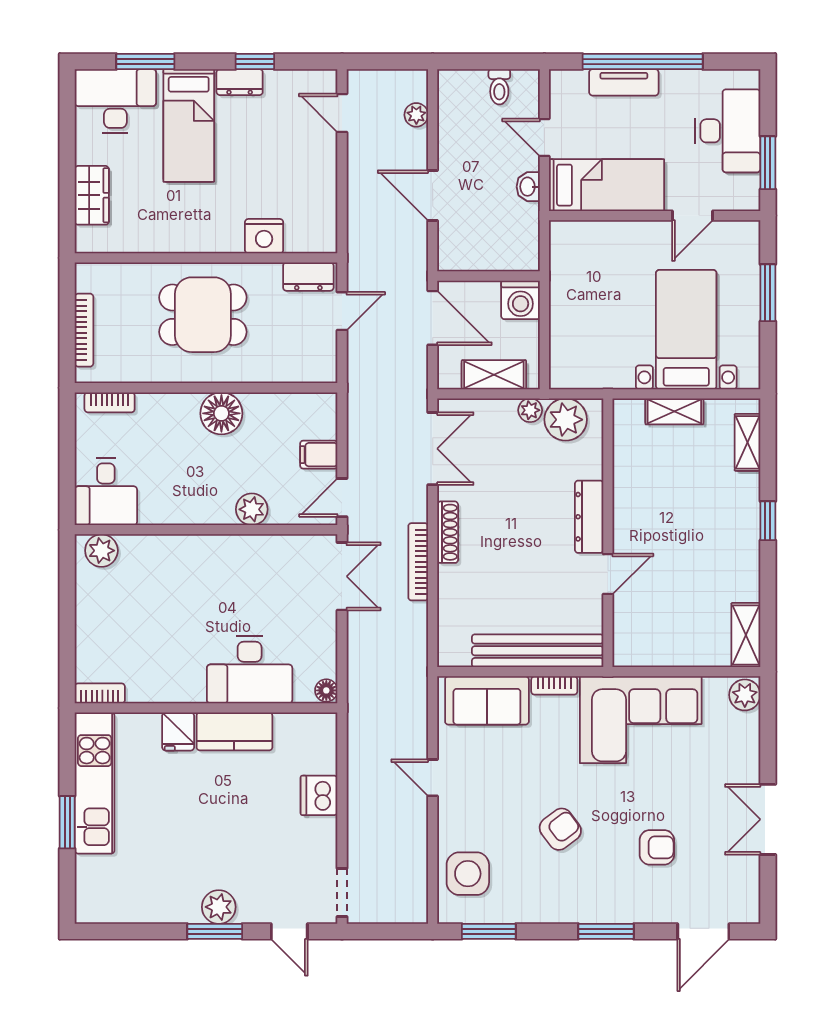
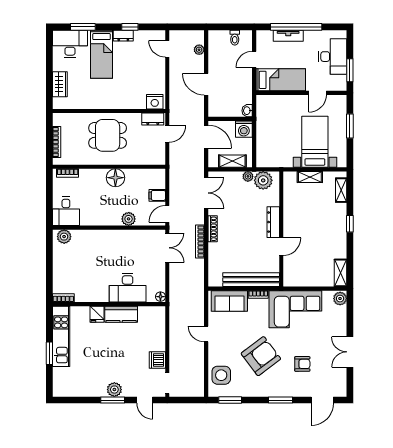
door: (544, 138) -> (254, 59), hinge flipped
washbasin: (528, 187) -> (247, 111), moved
nightstand: (264, 236) -> (155, 102), moved
dishwasher: (319, 795) -> (157, 360), moved
armchair: (560, 829) -> (261, 356), width x1.88, depth x1.88

